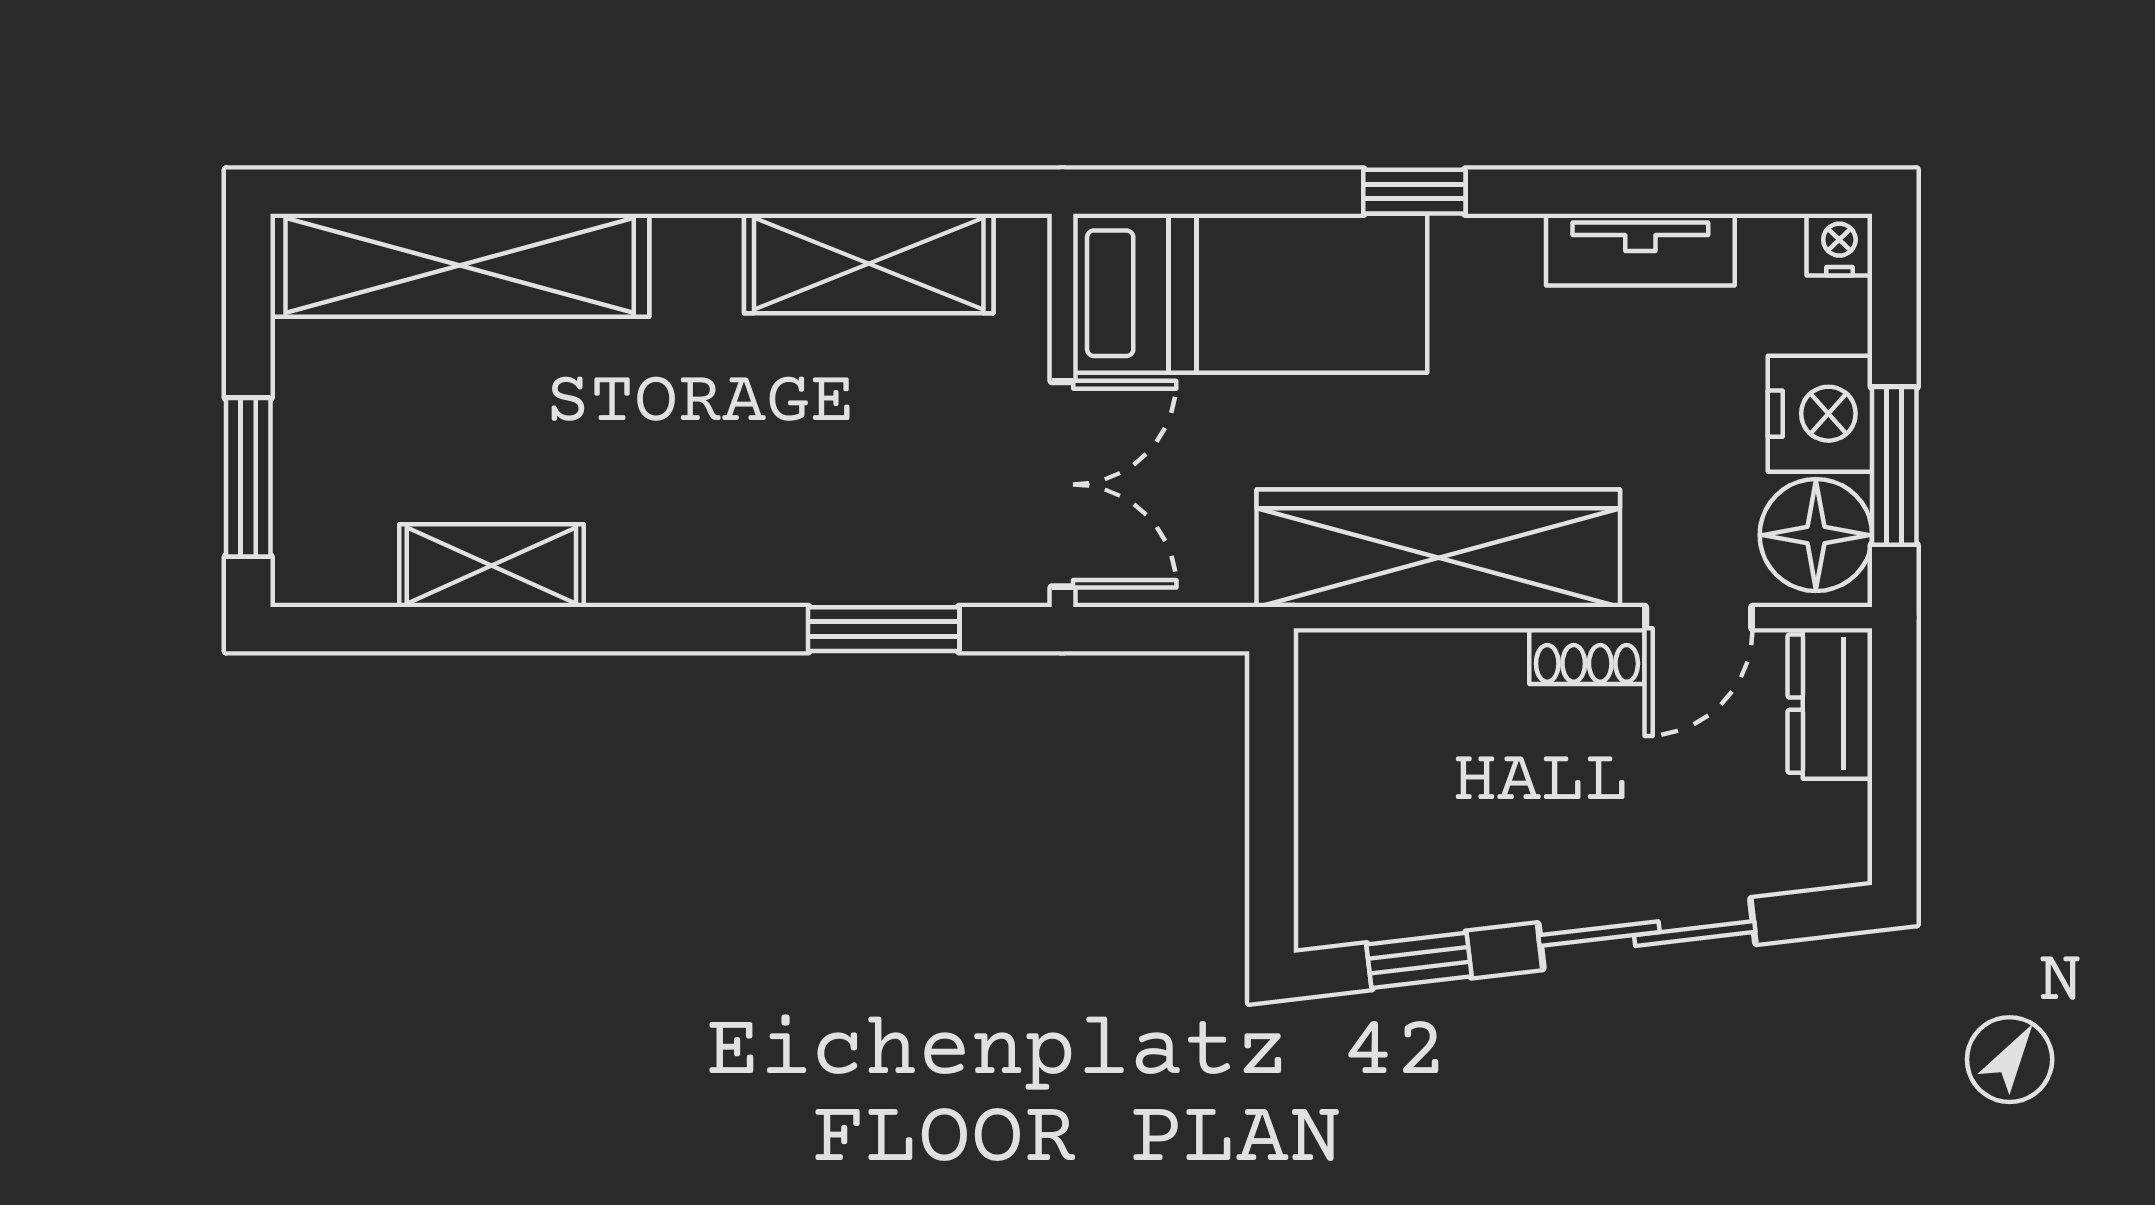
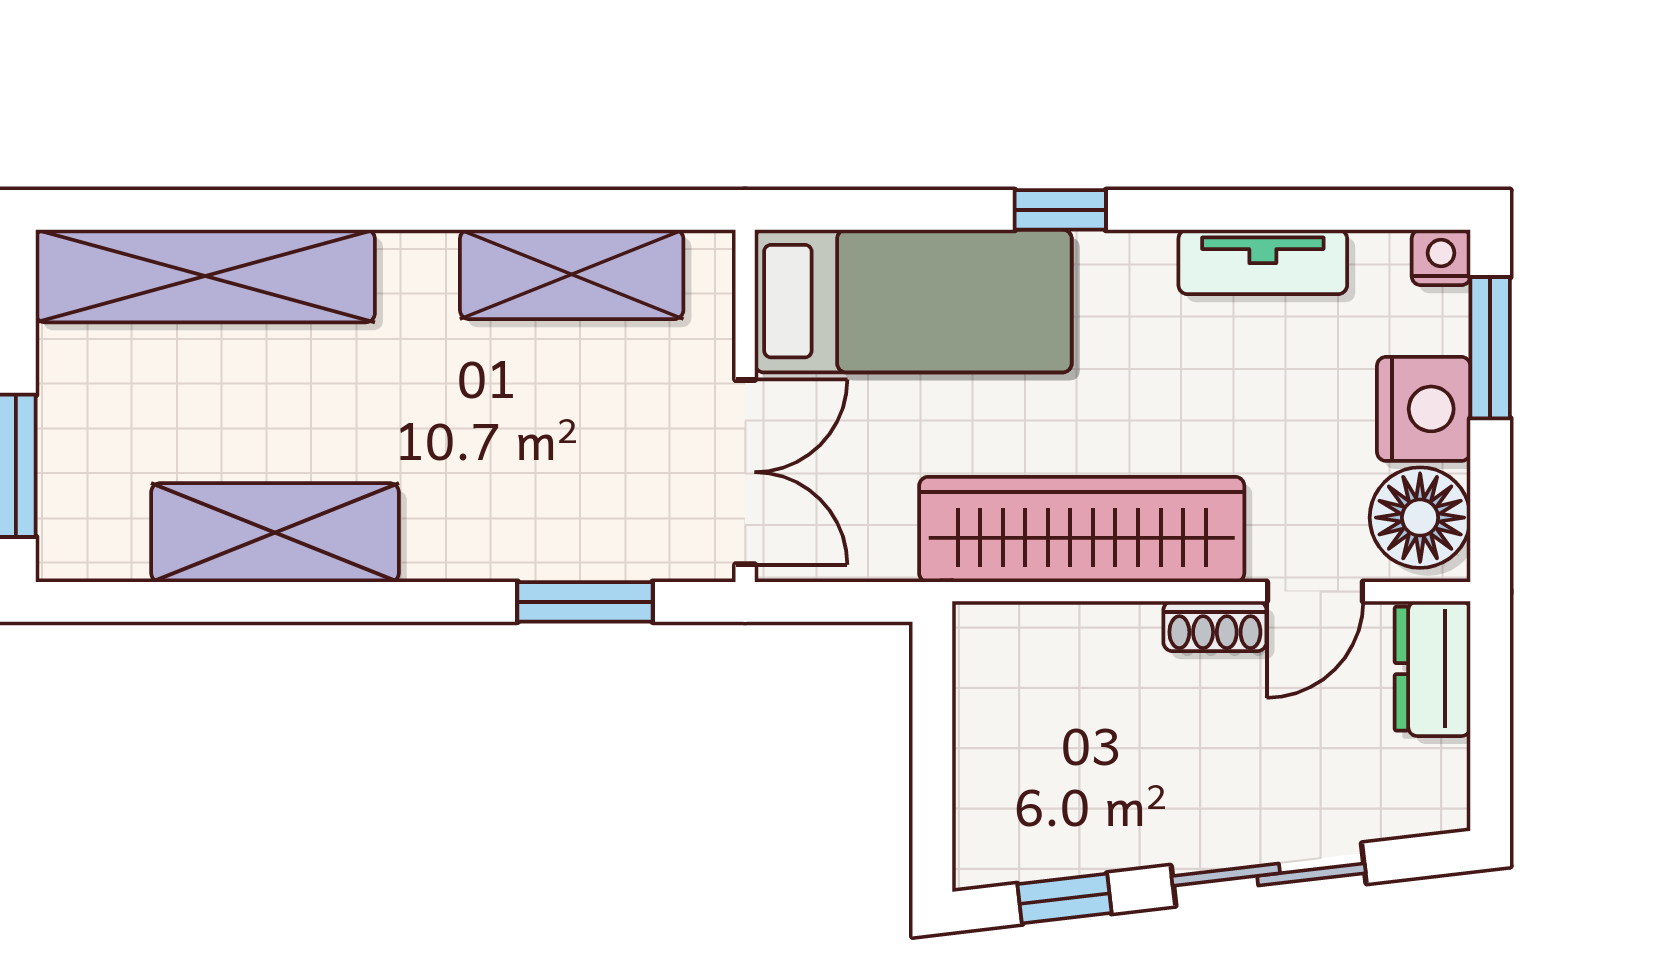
window: (1894, 466) -> (1490, 348), moved
shelving: (491, 566) -> (275, 533), width x1.50, depth x1.33

